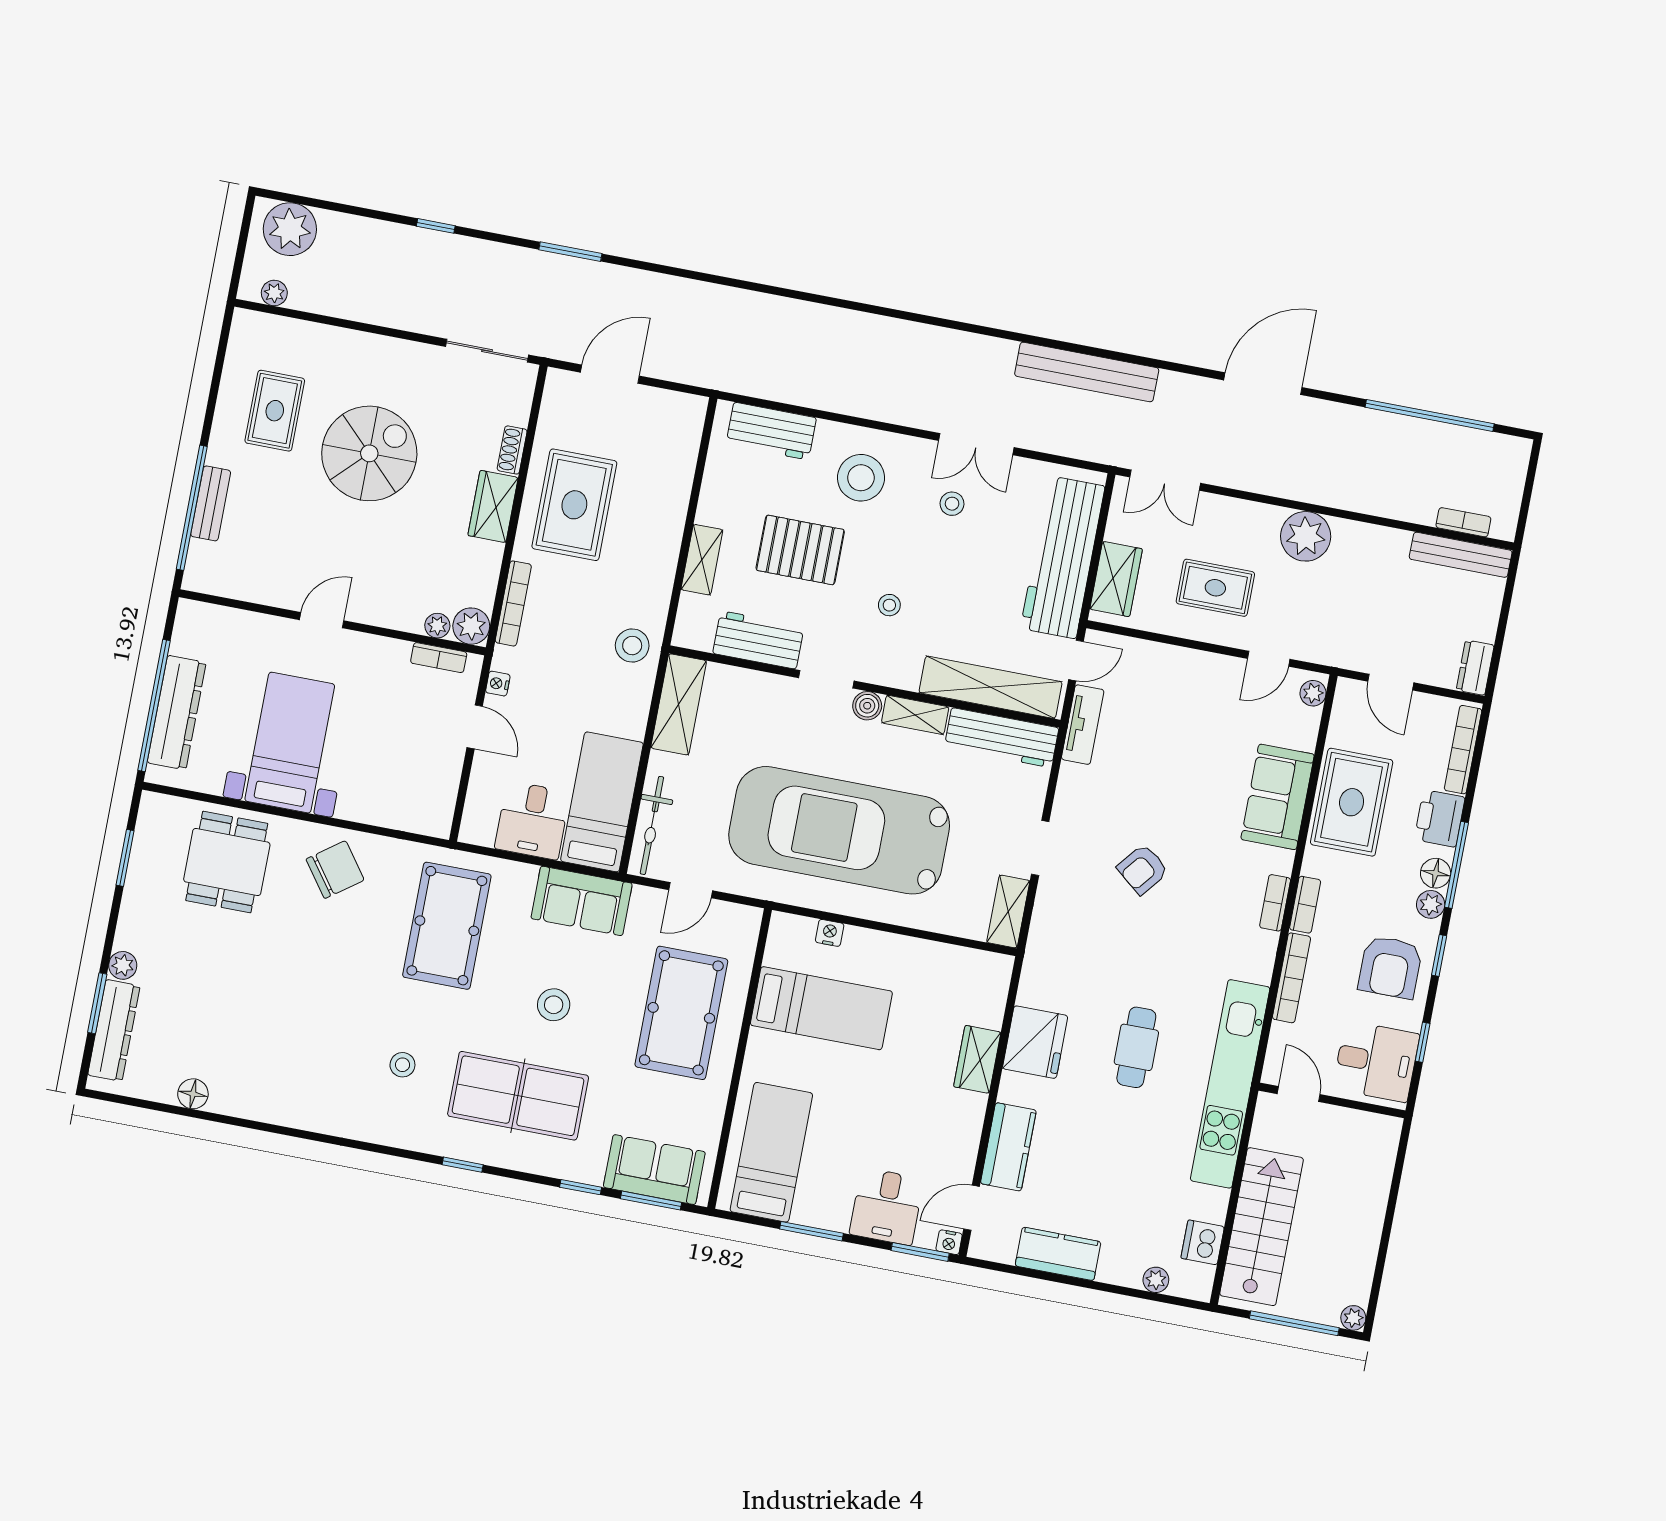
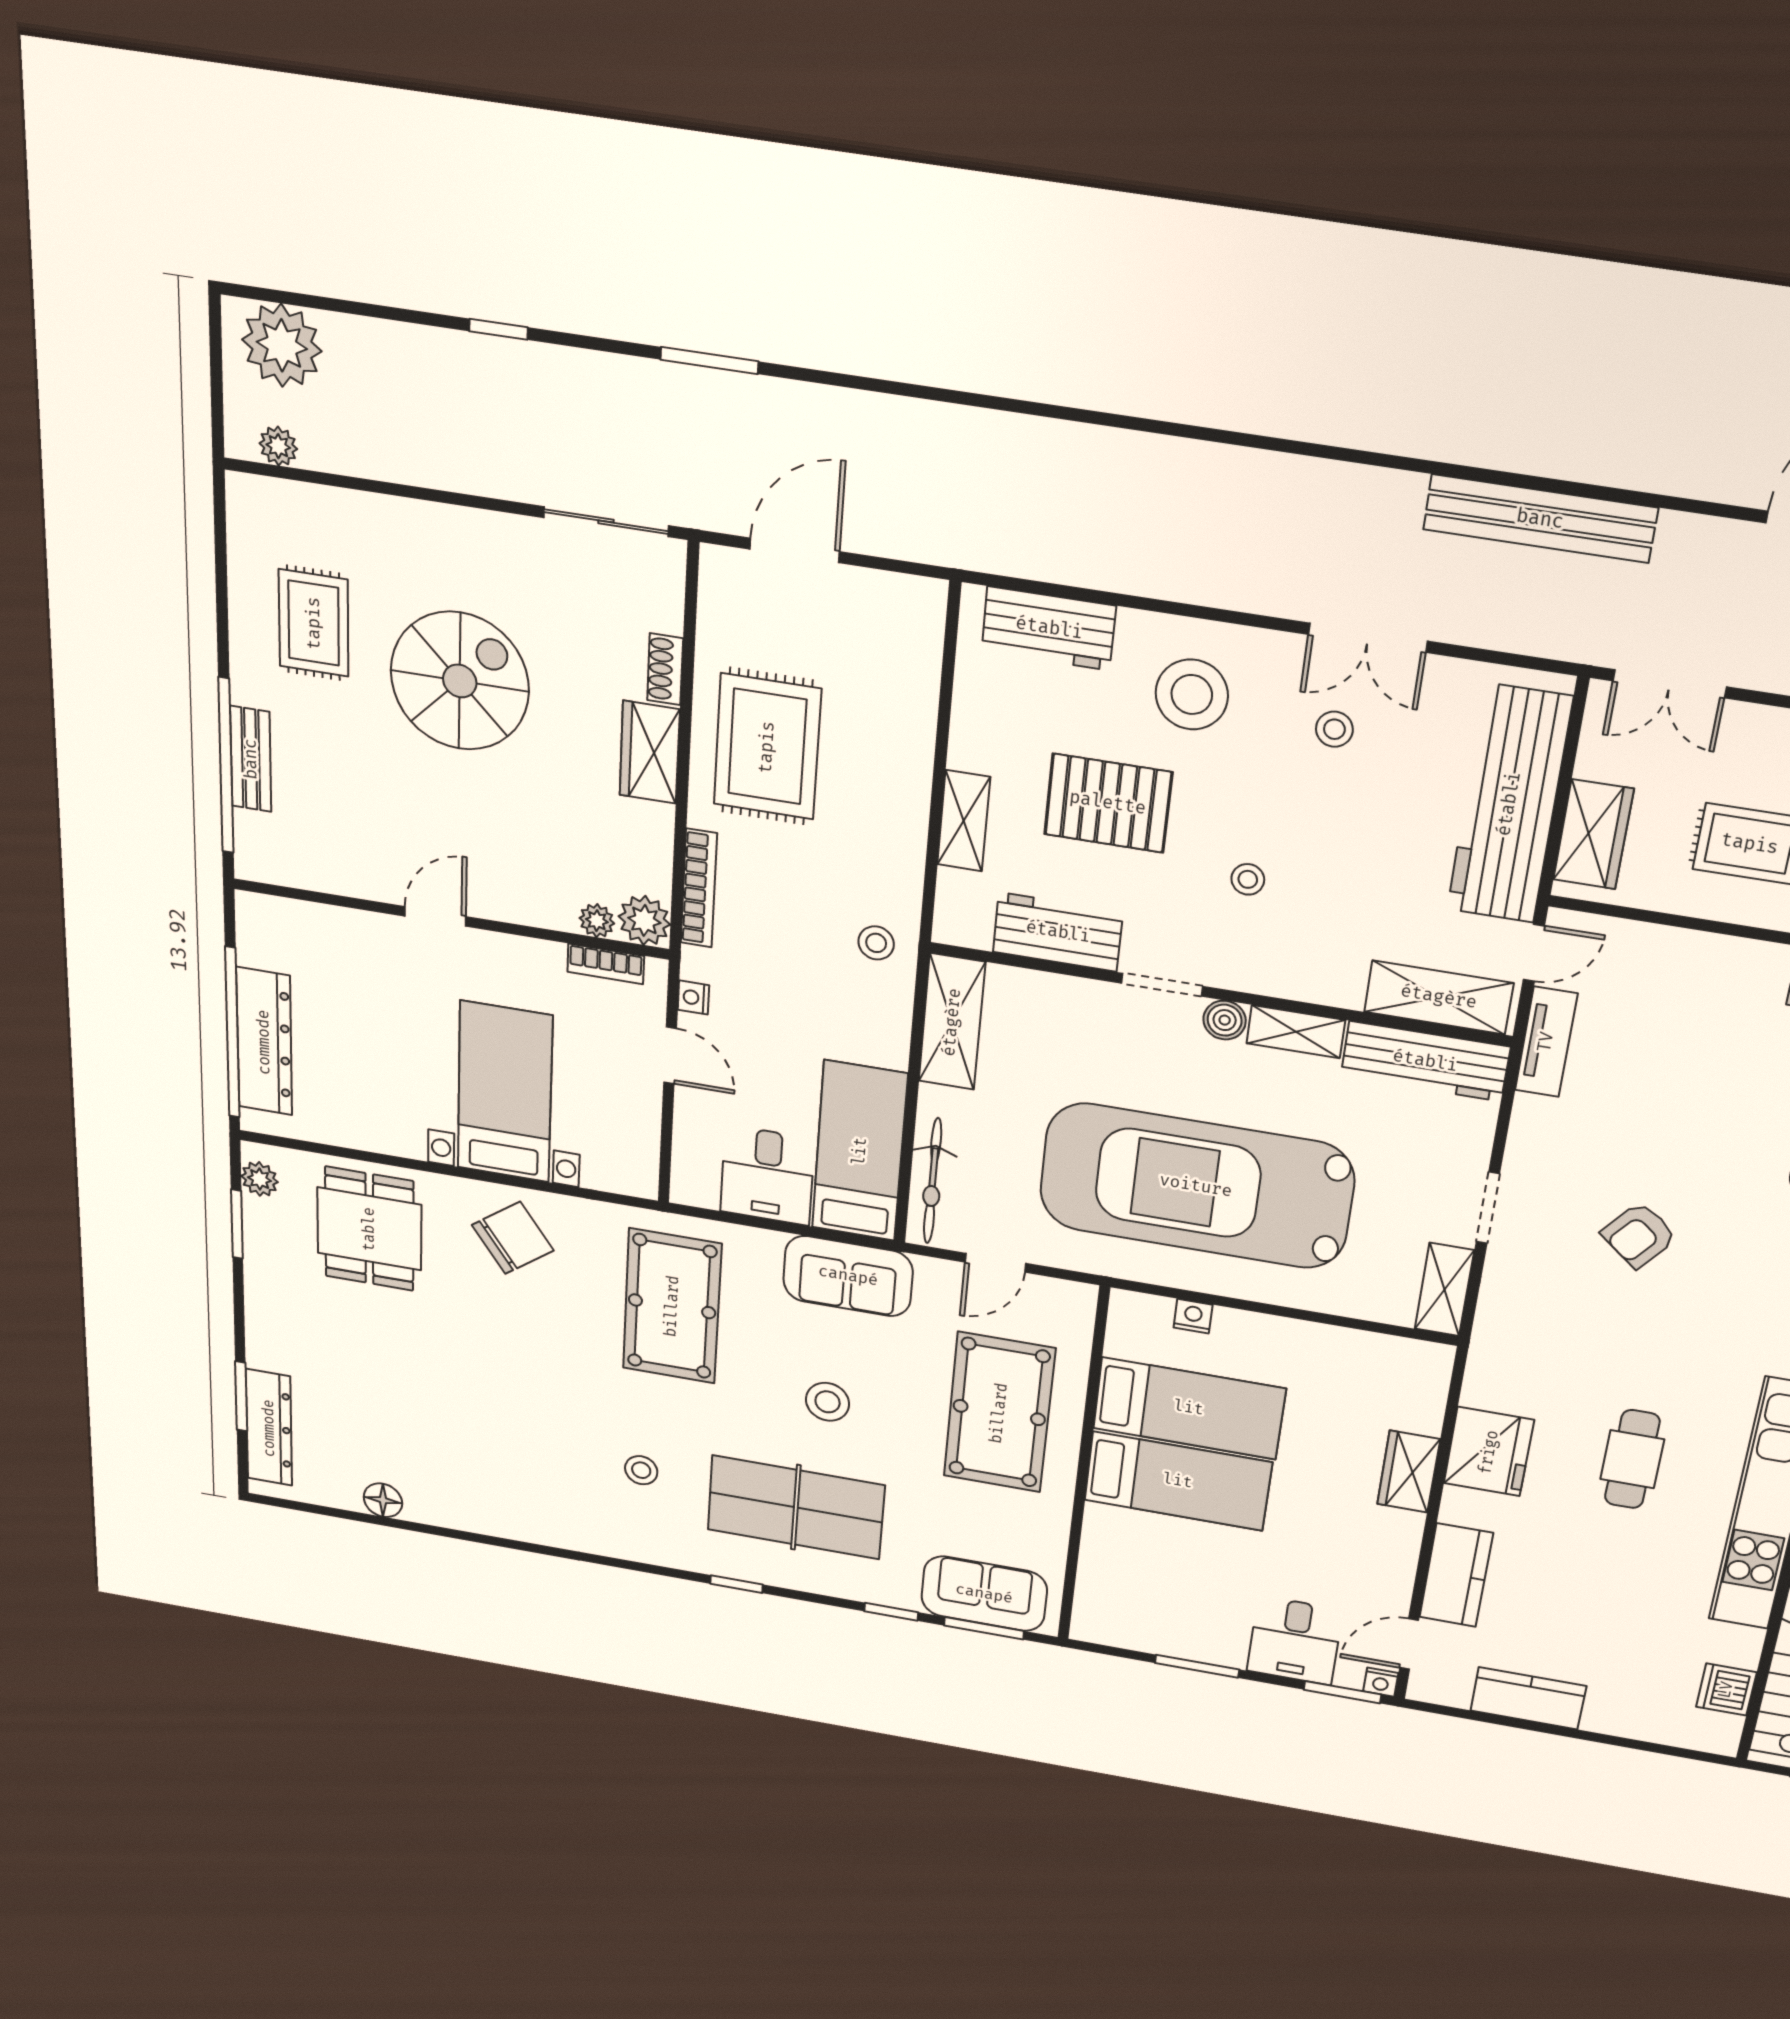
stool: (632, 646) -> (876, 943), width x0.73, depth x0.73
shelving: (991, 687) -> (1439, 997), width x0.68
bed with nightstands: (290, 743) -> (505, 1092), moved
plant: (123, 965) -> (260, 1179), moved
bed: (771, 1152) -> (1178, 1481), moved, turned 90
plant: (1156, 1280) -> (1662, 1730), removed

